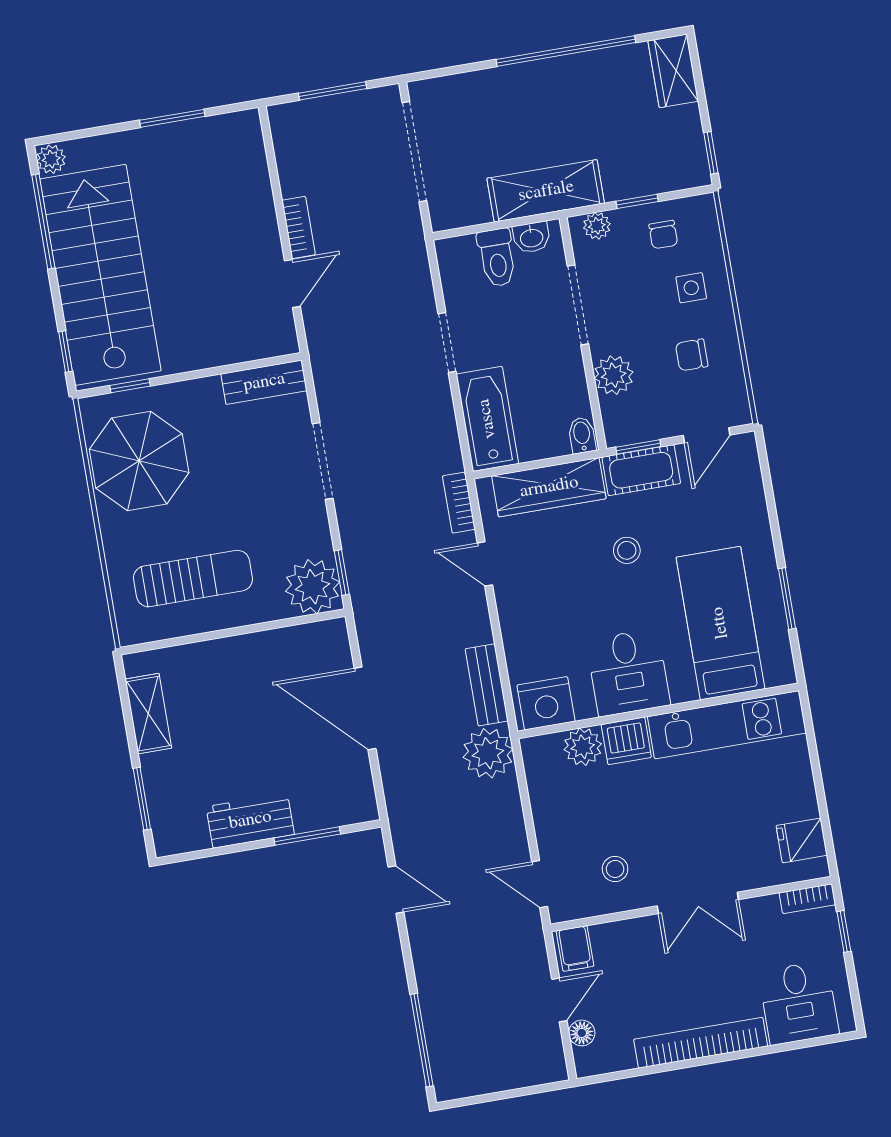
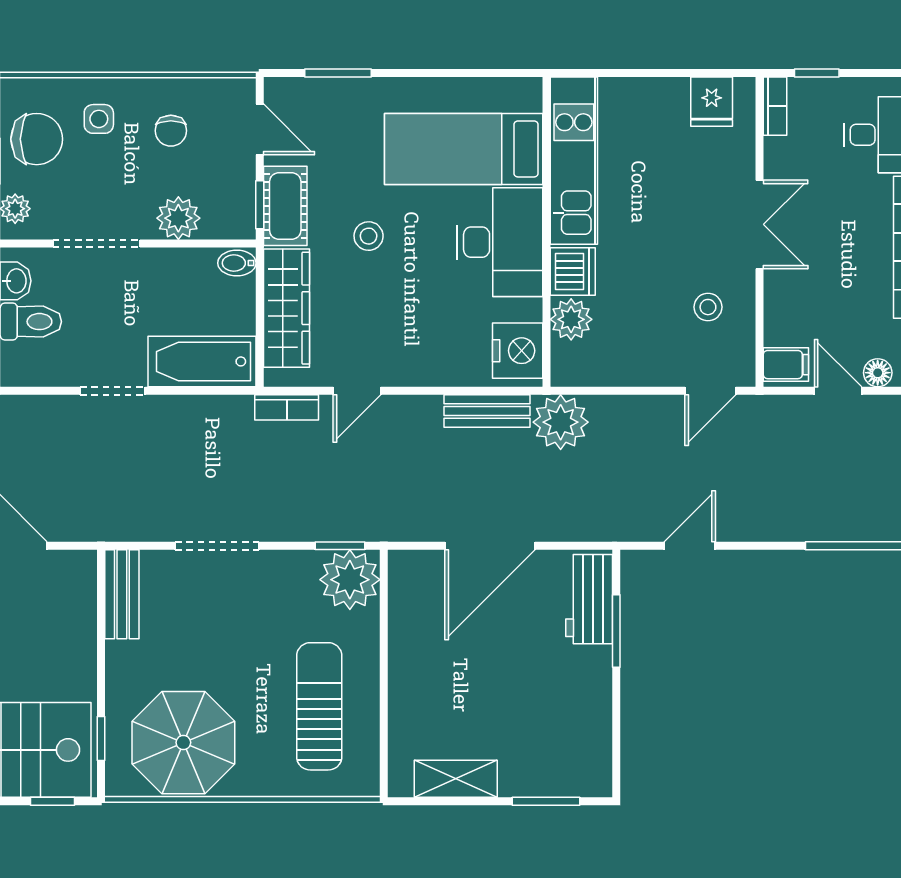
chair: (663, 235) -> (37, 139), width x1.87, depth x1.87
window: (787, 599) -> (338, 73), moved
desk: (628, 672) -> (500, 242), width x1.37
workbench: (250, 820) -> (589, 599), moved

